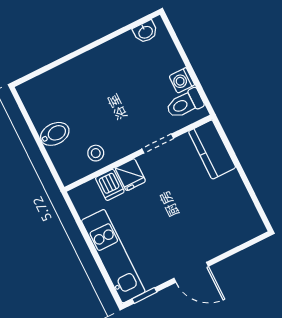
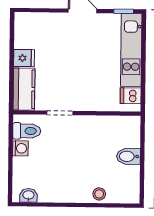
stool: (96, 153) -> (99, 194), moved
fridge: (130, 175) -> (24, 58), moved, turned 90
dishwasher: (110, 185) -> (131, 96), moved, turned -90

